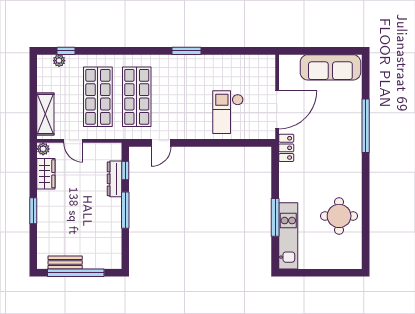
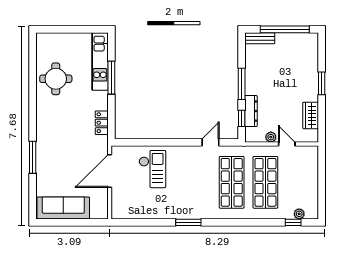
shelving: (45, 114) -> (311, 167), removed
window: (366, 126) -> (33, 157), width x0.68
locker: (286, 148) -> (102, 123), moved
plant: (43, 149) -> (271, 137), moved
bench: (65, 263) -> (260, 38), moved

